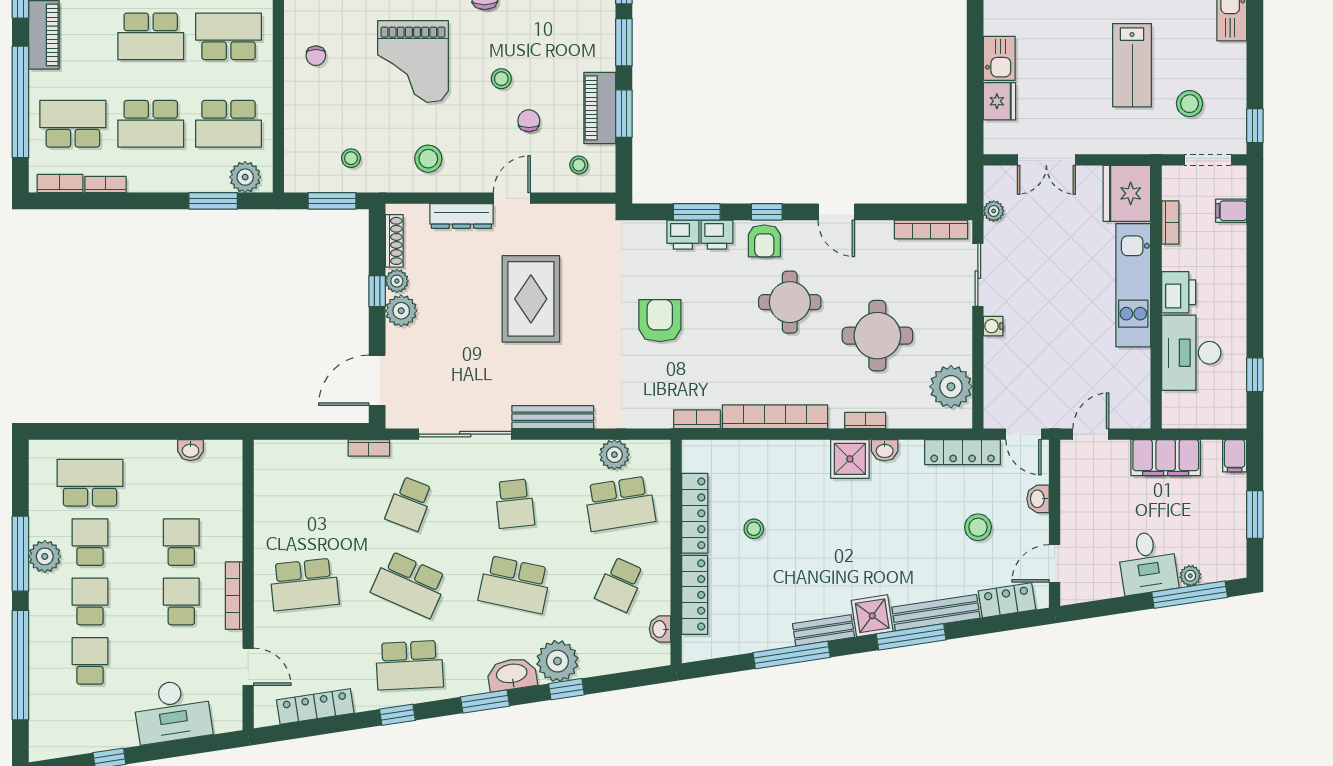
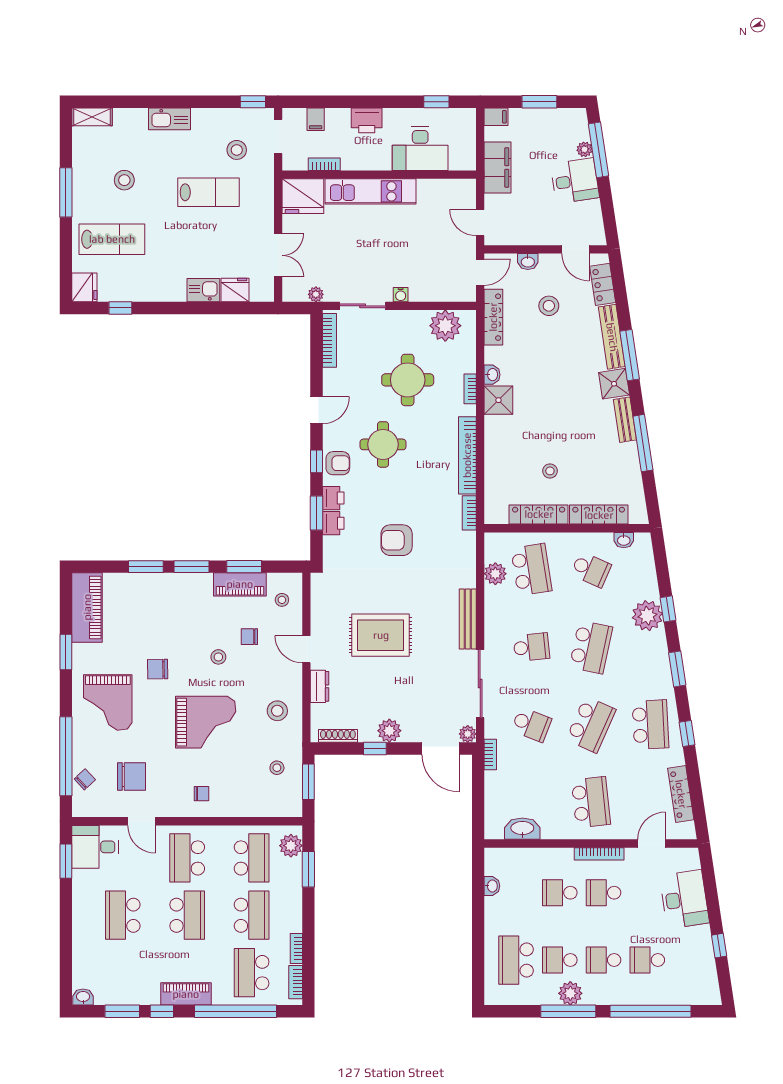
dresser: (461, 216) -> (320, 686), width x0.70
plant: (397, 281) -> (468, 734), moved
printer: (1179, 292) -> (367, 120), moved, turned 180
washbasin: (512, 674) -> (522, 829), moved, turned 99

